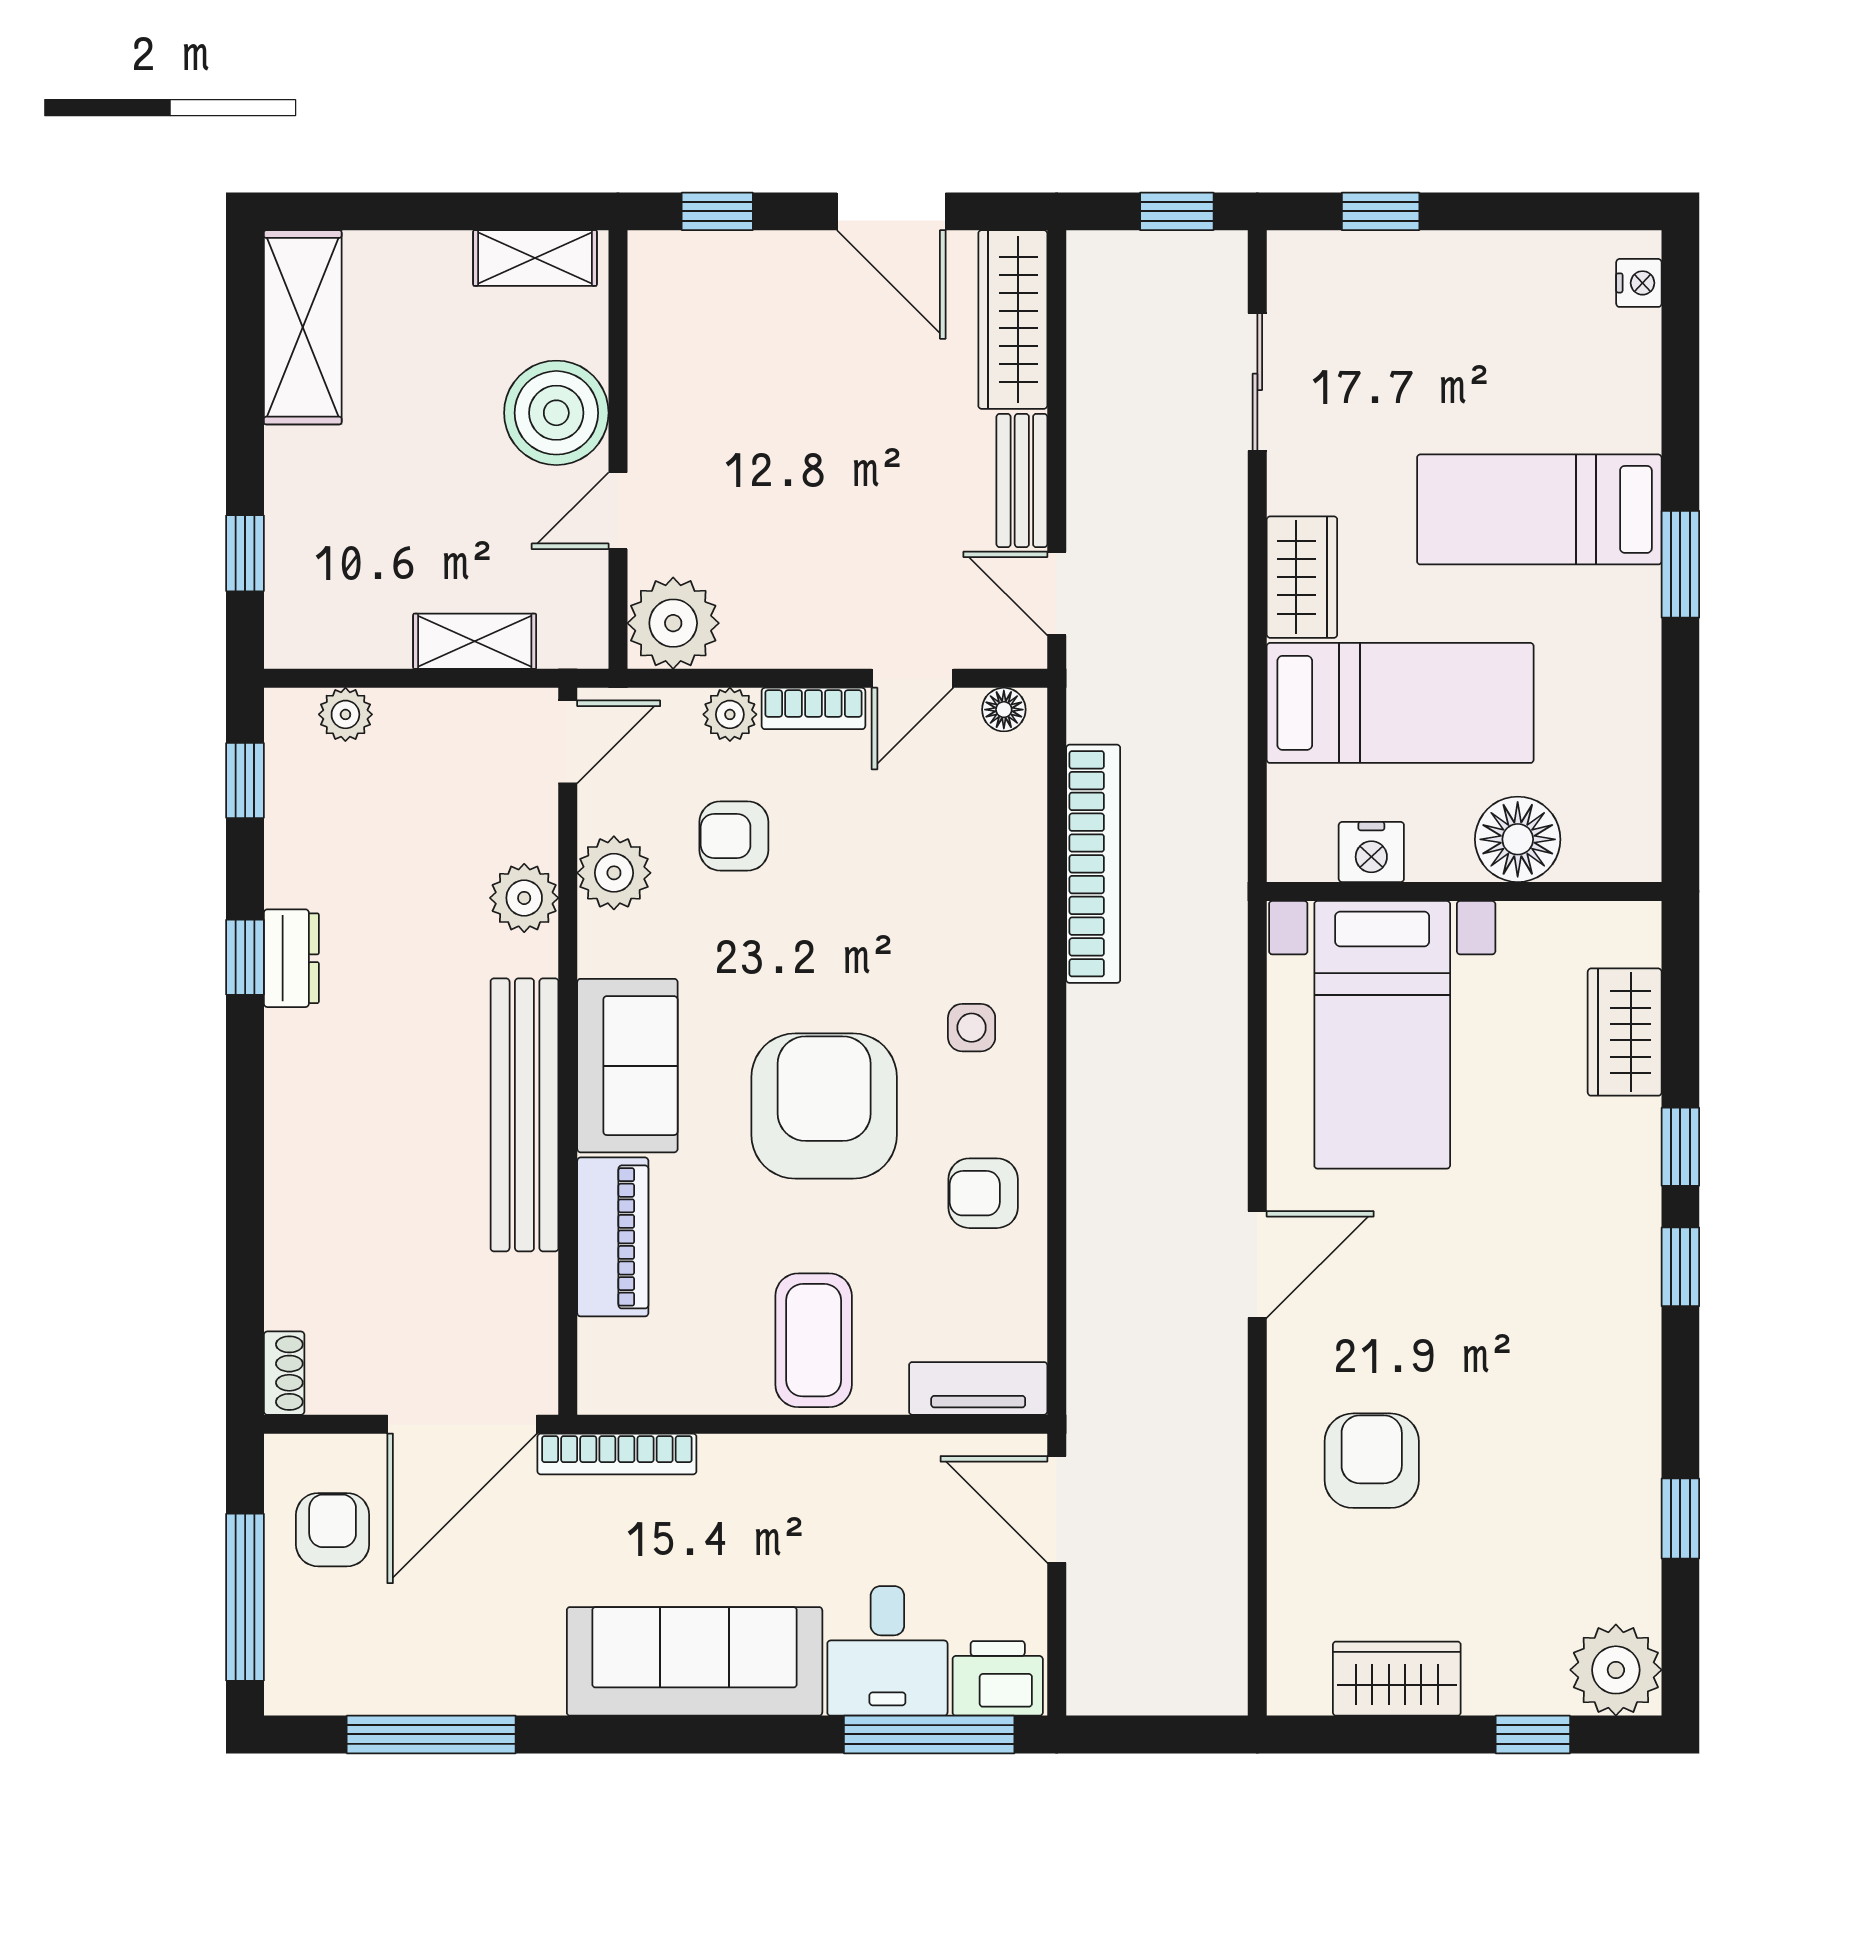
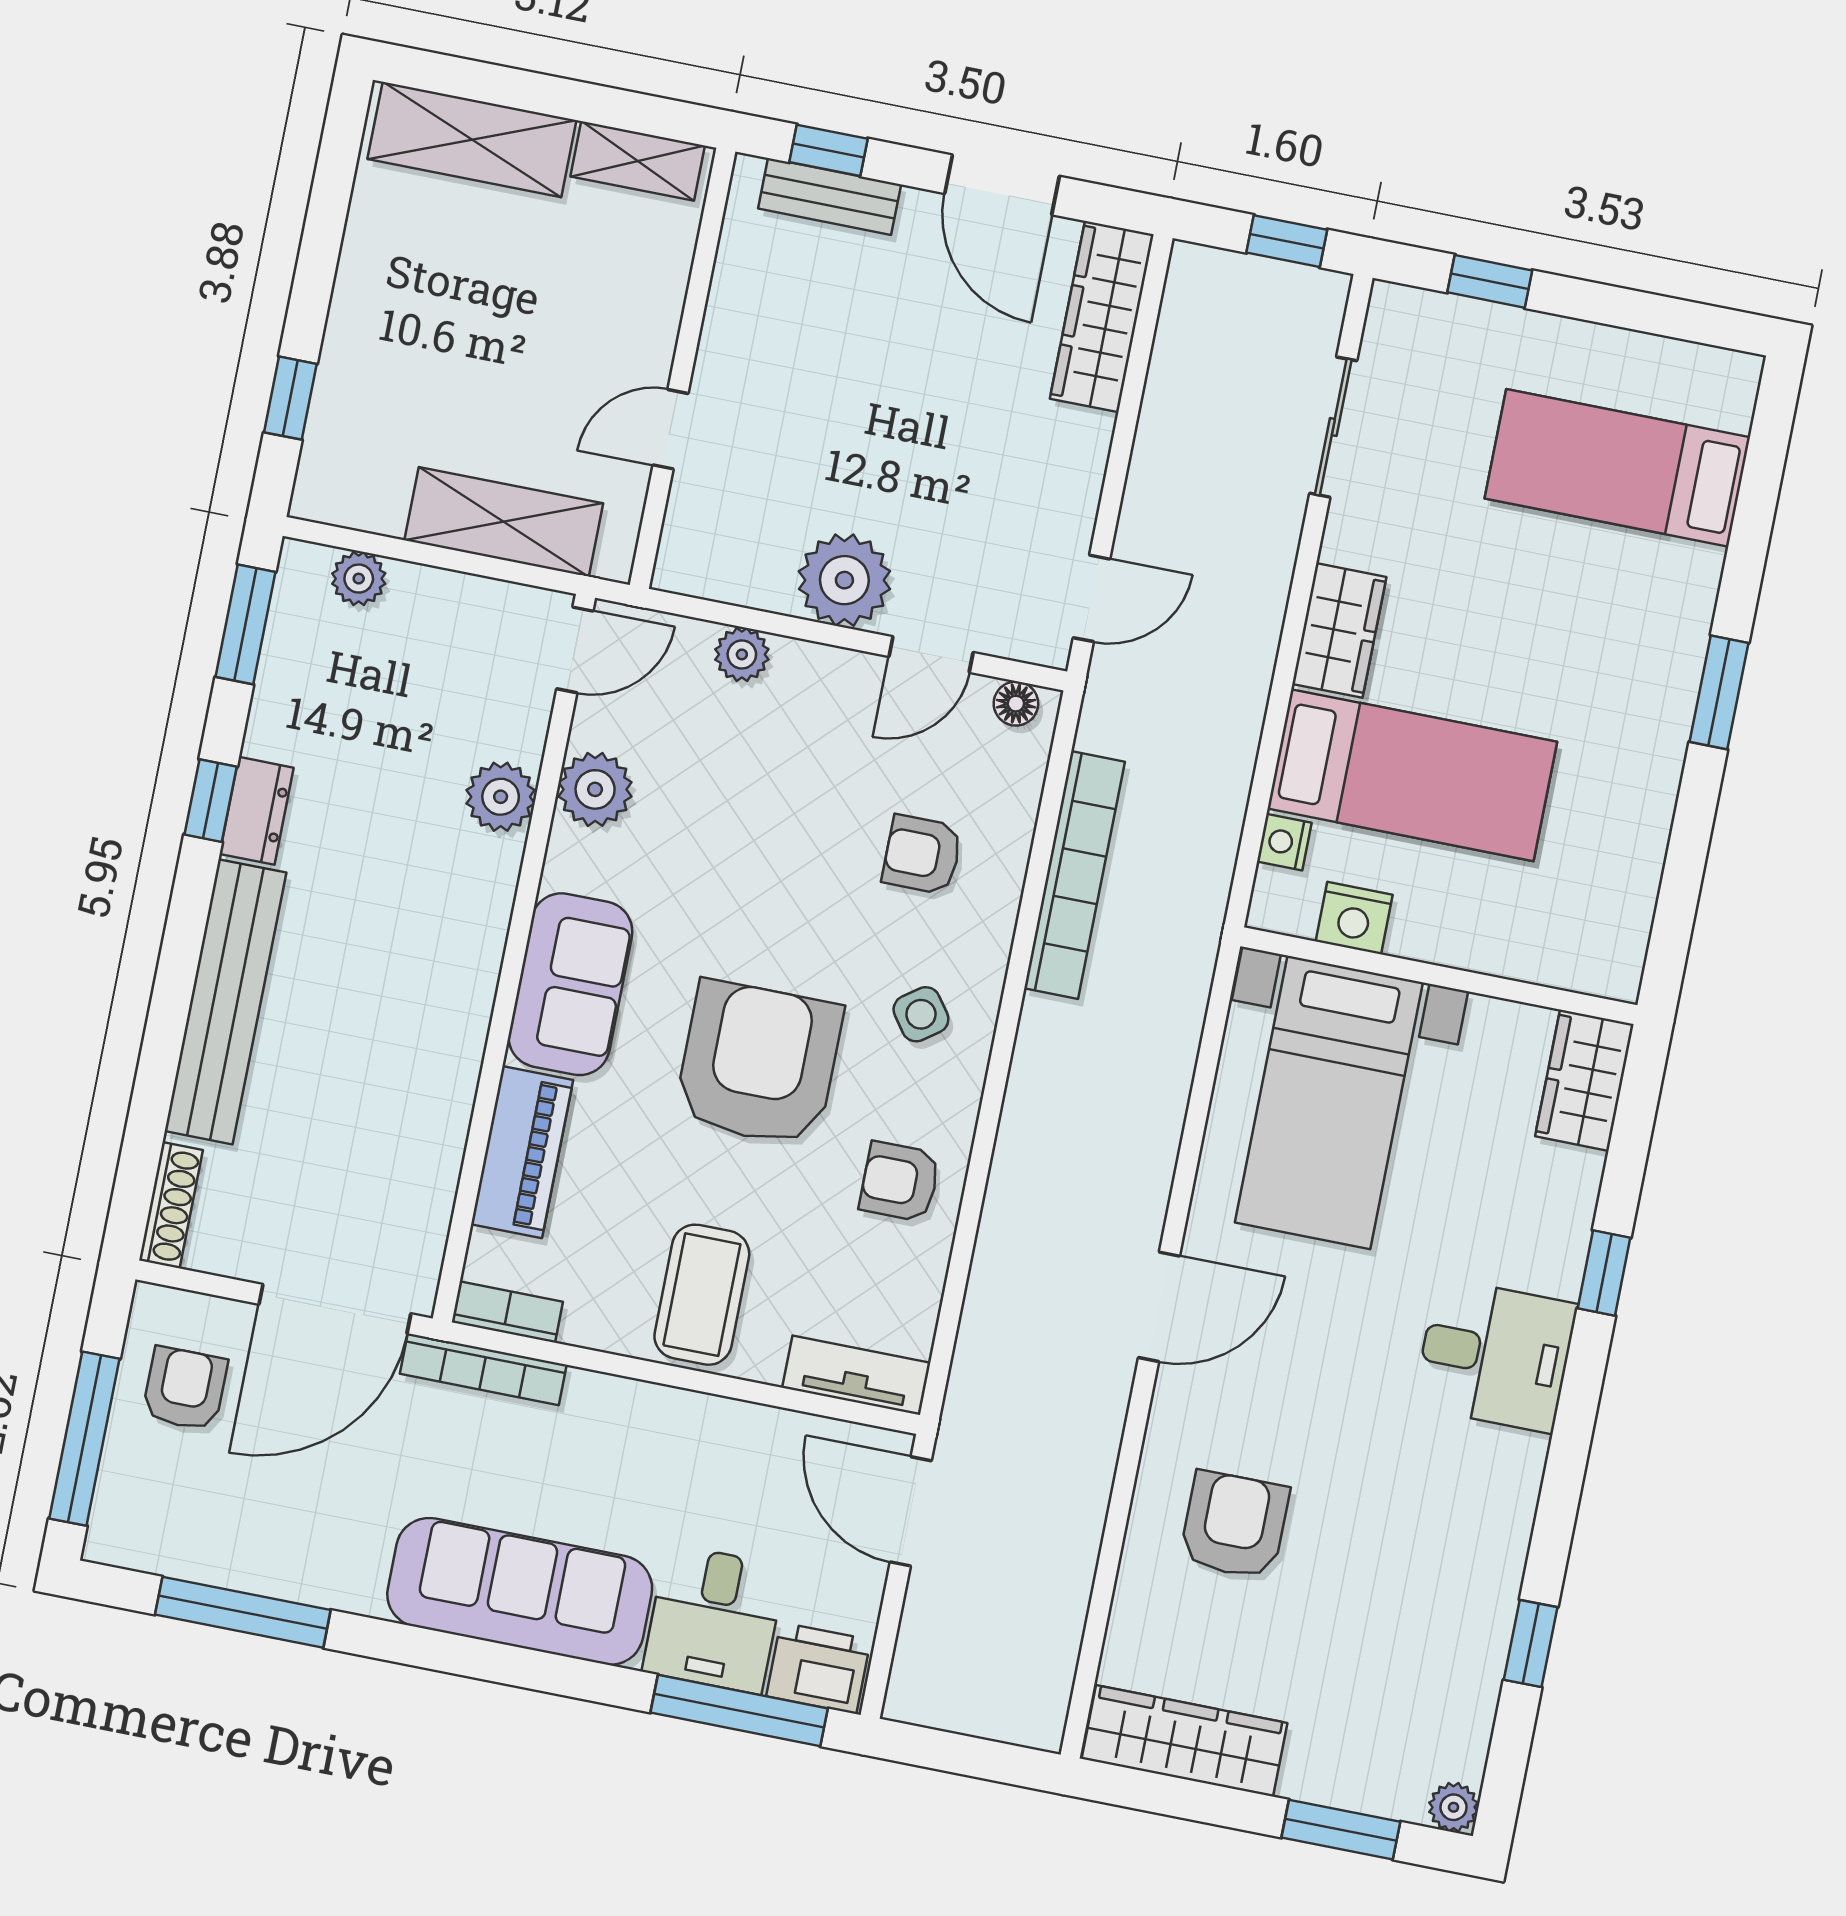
nightstand: (1639, 283) -> (1284, 842), moved, turned 180
shelving: (303, 327) -> (472, 140), moved, turned 90
boiler: (556, 413) -> (628, 319), removed
bench: (1022, 481) -> (830, 196), moved, turned 90
bed: (1539, 509) -> (1617, 468), moved
door: (1057, 593) -> (1092, 598), swing flipped
plant: (673, 623) -> (844, 580), moved
shelving: (475, 641) -> (504, 522), width x1.50, depth x1.33
bookcase: (813, 708) -> (507, 1312), moved, turned 180
window: (245, 780) -> (246, 624), width x1.50
armchair: (734, 836) -> (922, 855), moved
floor lamp: (1518, 839) -> (1503, 934), removed
side table: (972, 1028) -> (921, 1014), turned -36
wardrobe: (1625, 1032) -> (1584, 1080), moved
bench: (524, 1115) -> (225, 1002), moved
desk: (1591, 1247) -> (1495, 1355), added
window: (1680, 1267) -> (1580, 1393), removed
shoe rack: (284, 1373) -> (171, 1205), width x1.43
plant: (1616, 1670) -> (1454, 1807), width x0.53, depth x0.53
wardrobe: (1397, 1679) -> (1184, 1741), width x1.50
window: (1533, 1734) -> (1341, 1830), width x1.50

